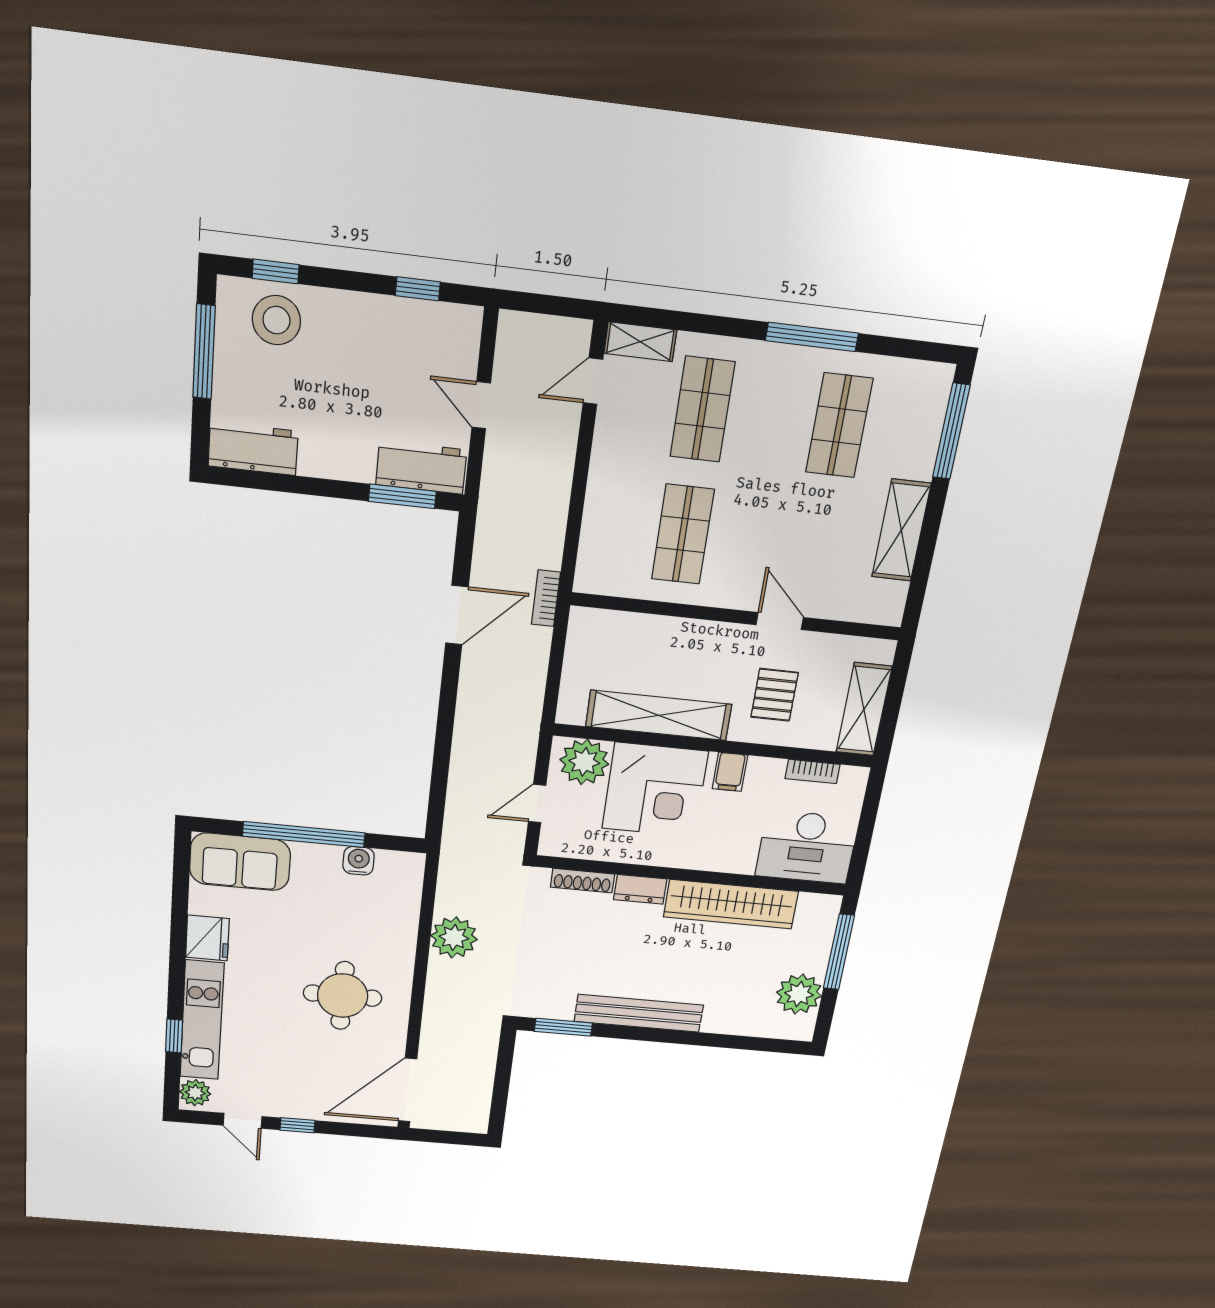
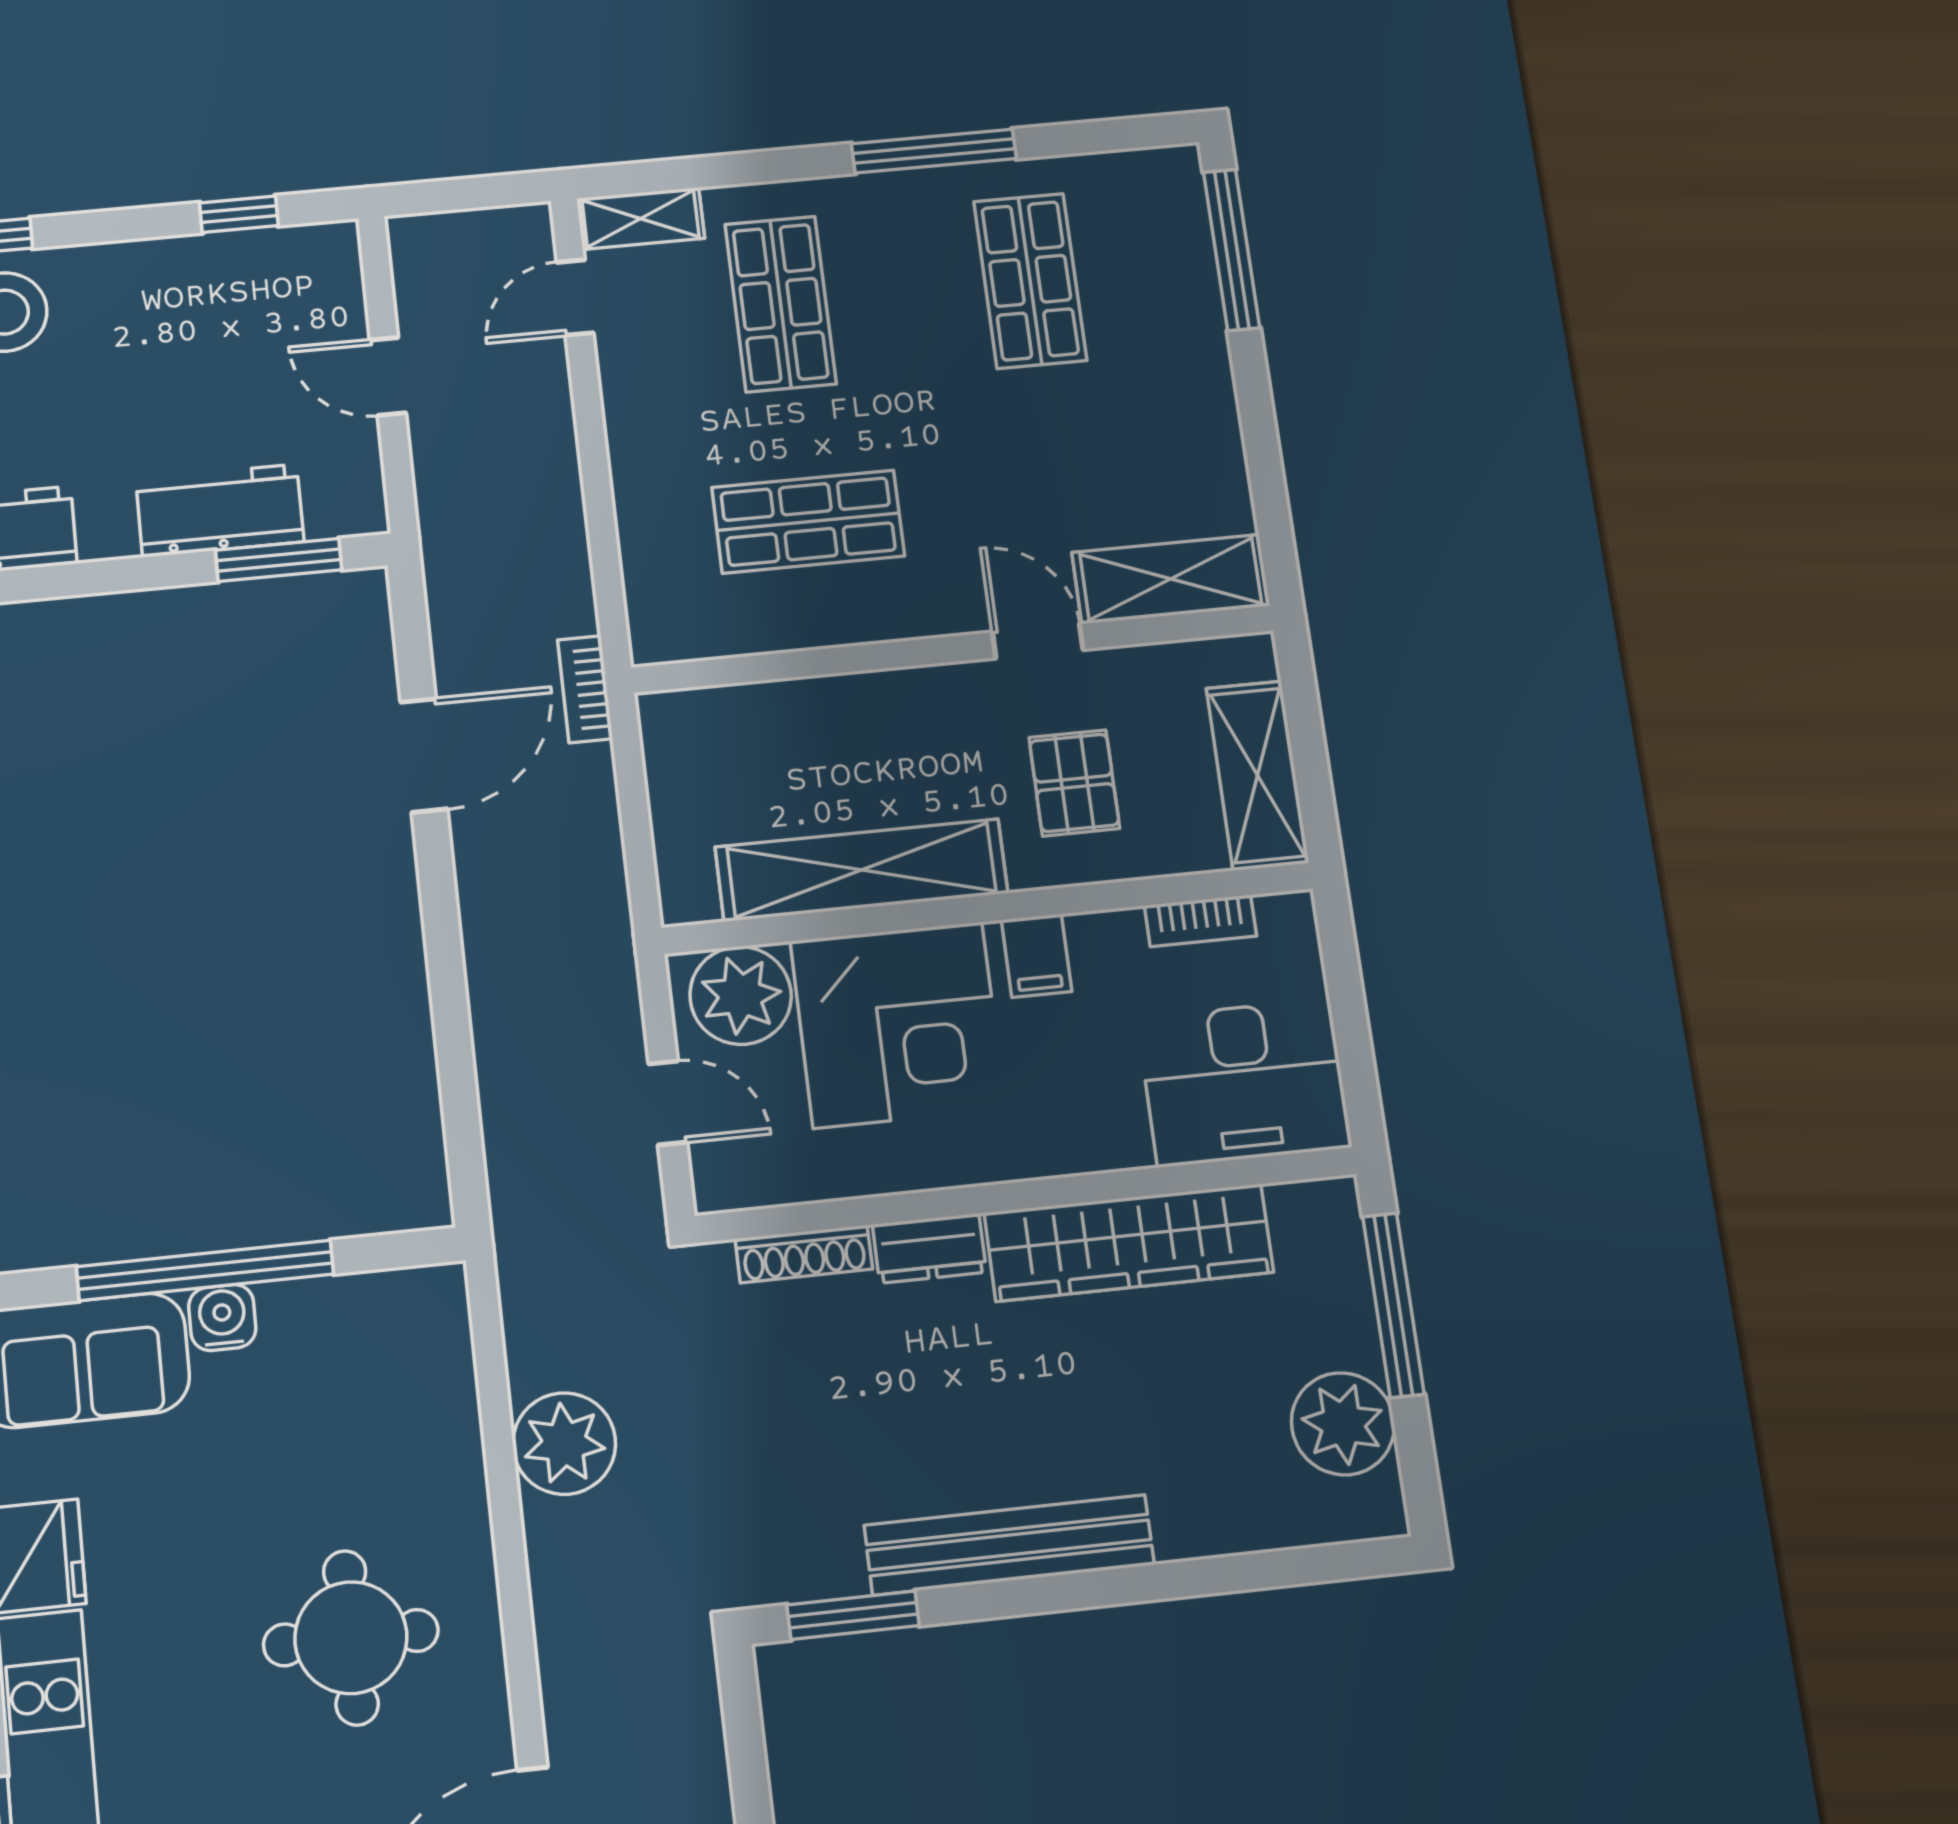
workbench: (421, 467) -> (220, 510), moved
shelving: (901, 530) -> (1171, 579), moved, turned 90
shop shelf: (683, 534) -> (808, 522), turned 90
door: (537, 803) -> (668, 1103), swing flipped
water cooler: (359, 861) -> (222, 1317), moved

